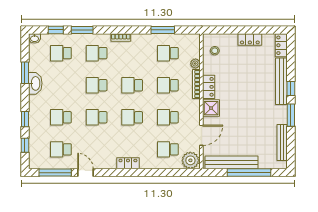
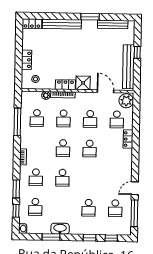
window: (163, 30) -> (17, 122), width x1.44
locker: (250, 39) -> (26, 60), moved
window: (291, 89) -> (68, 16), removed
school desk: (97, 117) -> (89, 178), removed
locker: (128, 163) -> (128, 139), moved
window: (249, 173) -> (137, 52), width x0.32

